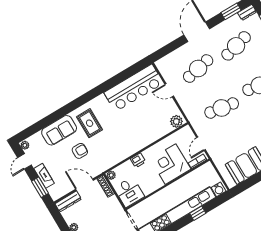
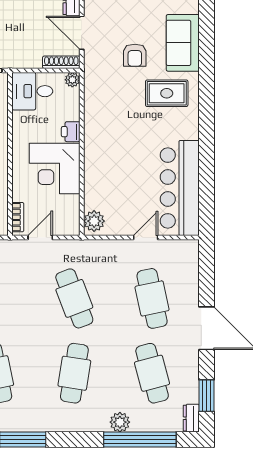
cafe table: (222, 108) -> (74, 298), turned -30
door: (201, 144) -> (40, 238), hinge flipped
corner desk: (171, 164) -> (55, 169), moved, turned 180
door: (85, 185) -> (82, 33), swing flipped

